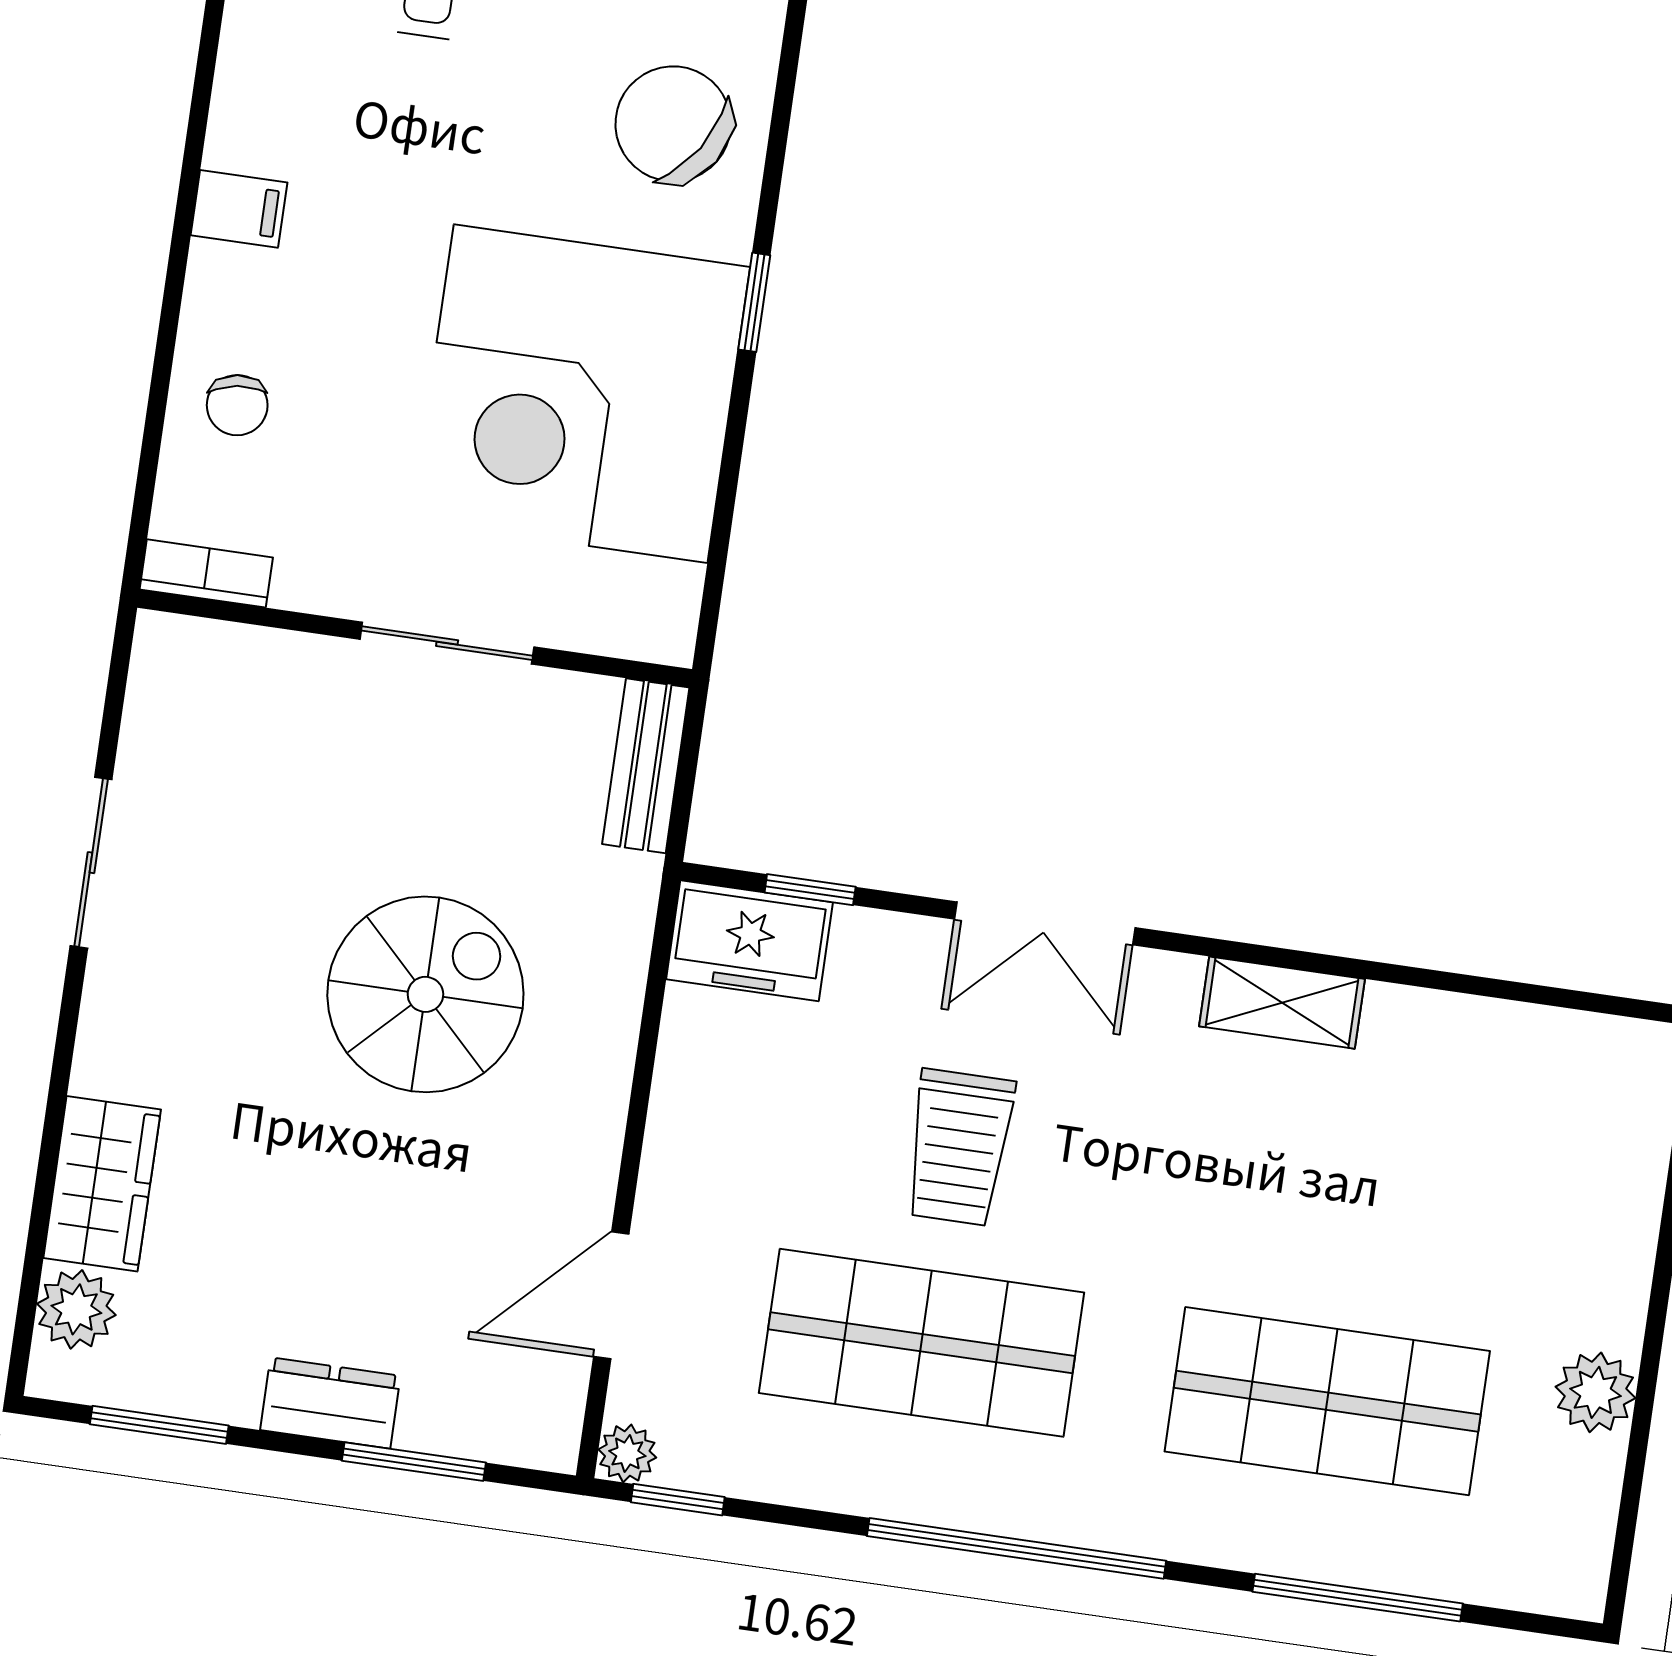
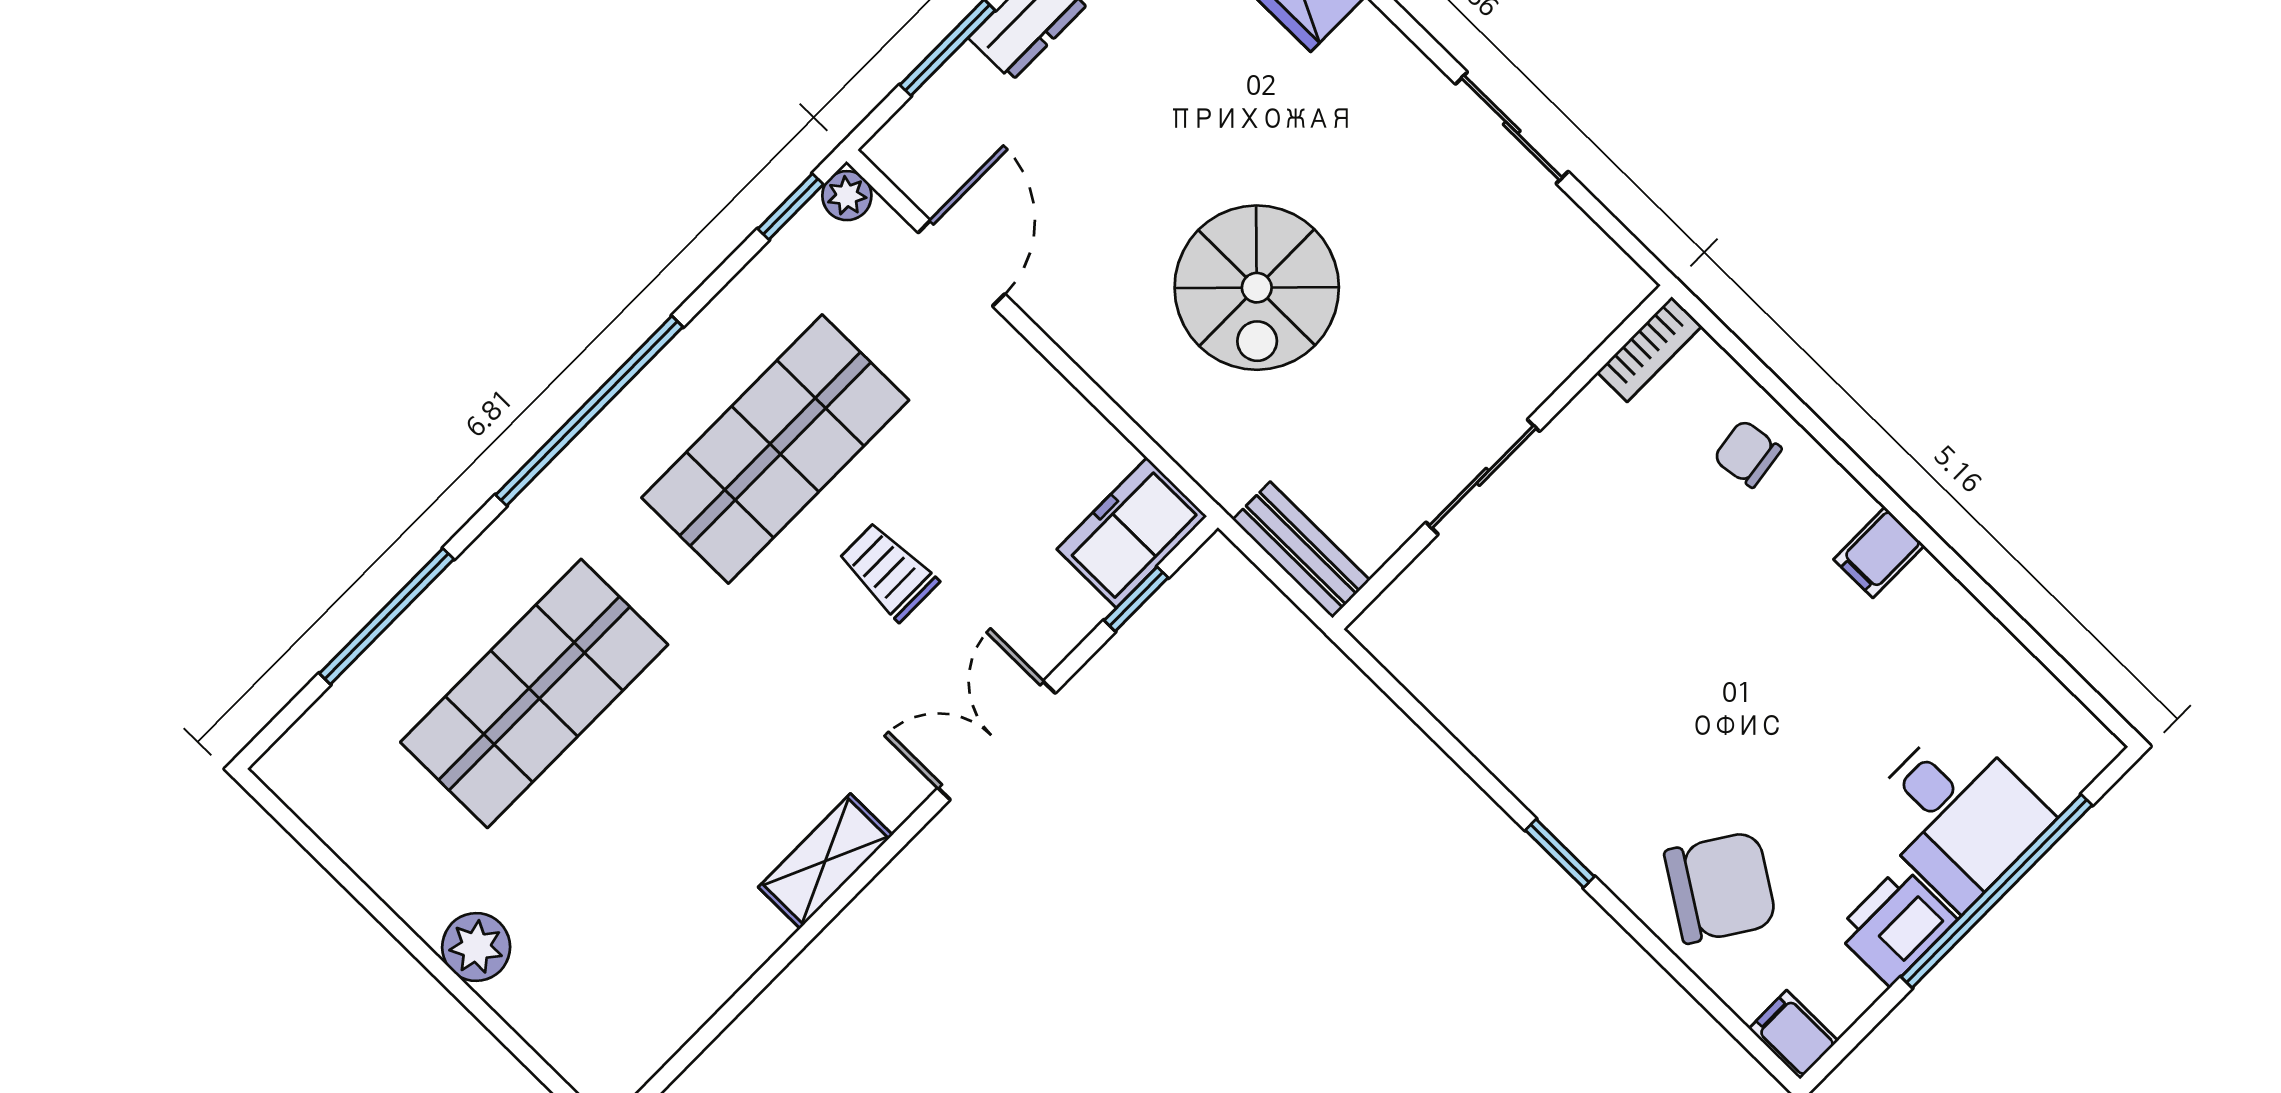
corner desk: (581, 394) -> (1585, 691), removed
trolley: (959, 1147) -> (888, 571), width x0.73, depth x0.72
plant: (1595, 1392) -> (476, 947), moved

